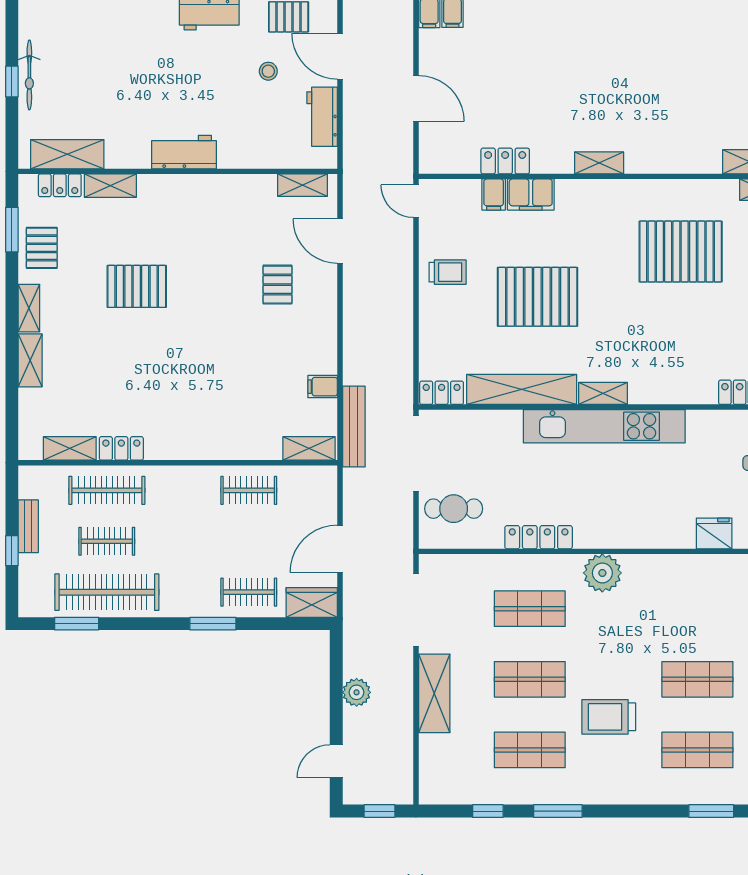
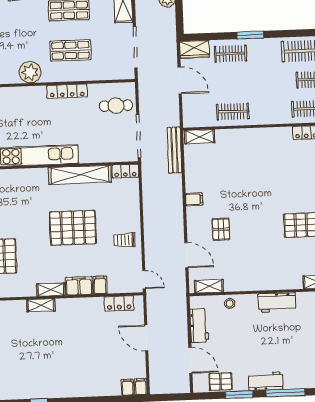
stool: (268, 71) -> (230, 303), moved
locker: (505, 161) -> (119, 303), moved
filing cabinet: (323, 387) -> (194, 199), moved
shelving: (603, 393) -> (51, 290), moved
door: (340, 549) -> (180, 80), hinge flipped

